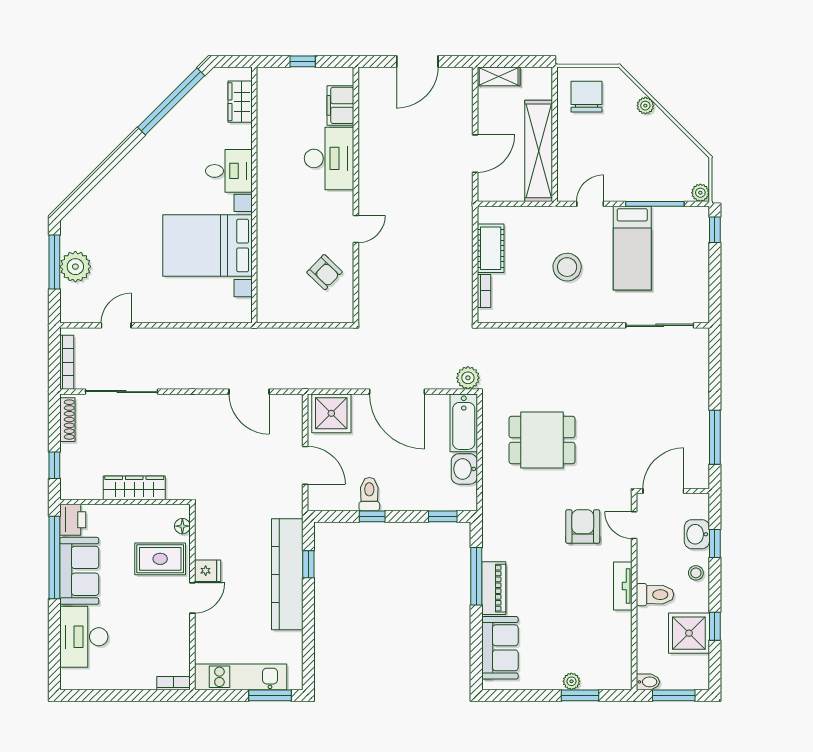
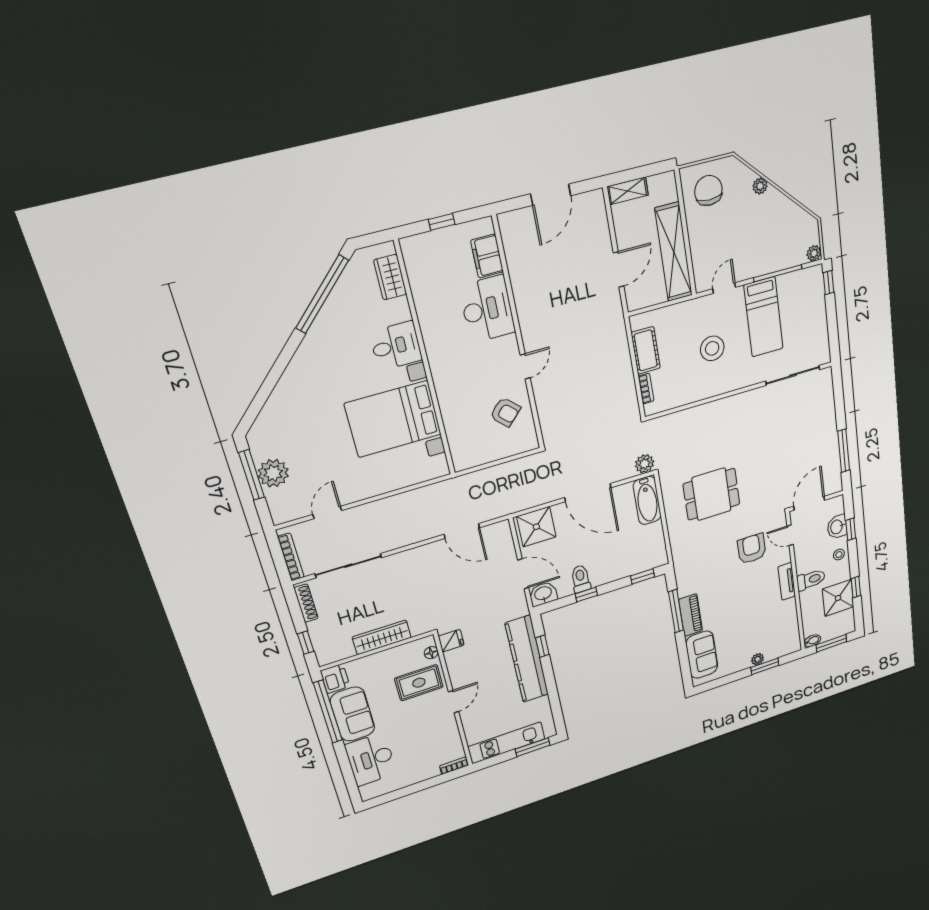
washbasin: (464, 469) -> (543, 594), moved, turned 90
fridge: (208, 571) -> (451, 641), moved

